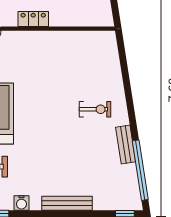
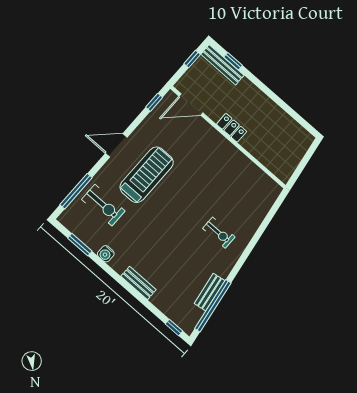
bench: (126, 144) -> (210, 292), moved
bench: (67, 203) -> (139, 283), width x0.73

